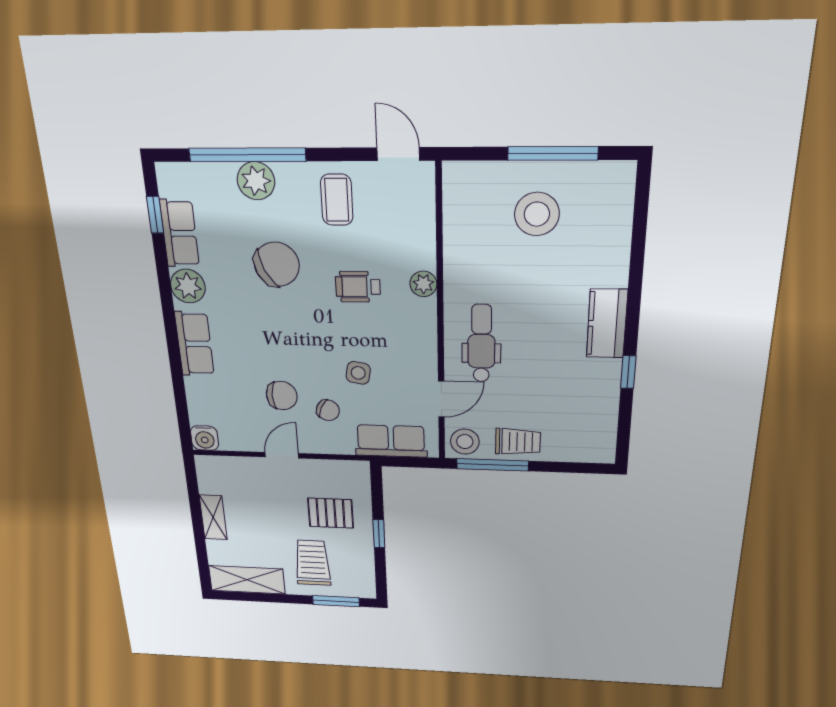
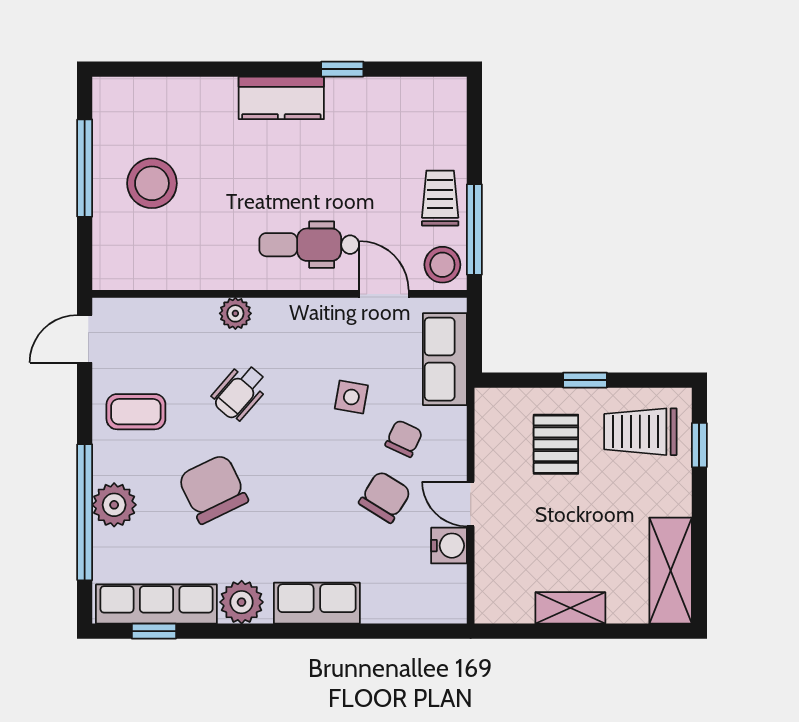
row of seats: (180, 233) -> (156, 604), width x1.48
wheelchair: (358, 287) -> (240, 392), turned 41
chair: (282, 395) -> (385, 497), turned 32
water cooler: (205, 438) -> (449, 546), moved
trolley: (313, 563) -> (640, 432), moved
window: (336, 601) -> (699, 445), width x0.67

